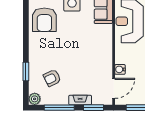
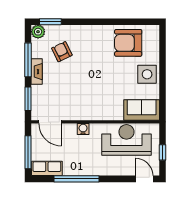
water cooler: (120, 69) -> (83, 129), moved
window: (26, 72) -> (50, 22), moved
fireplace: (80, 100) -> (37, 72), moved

